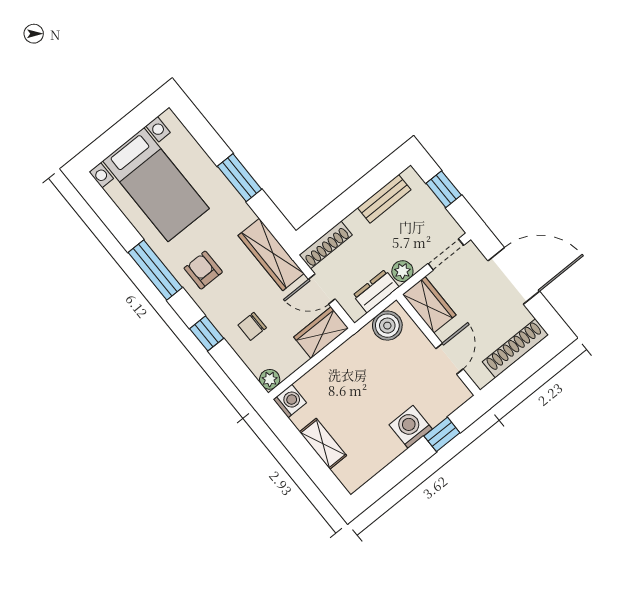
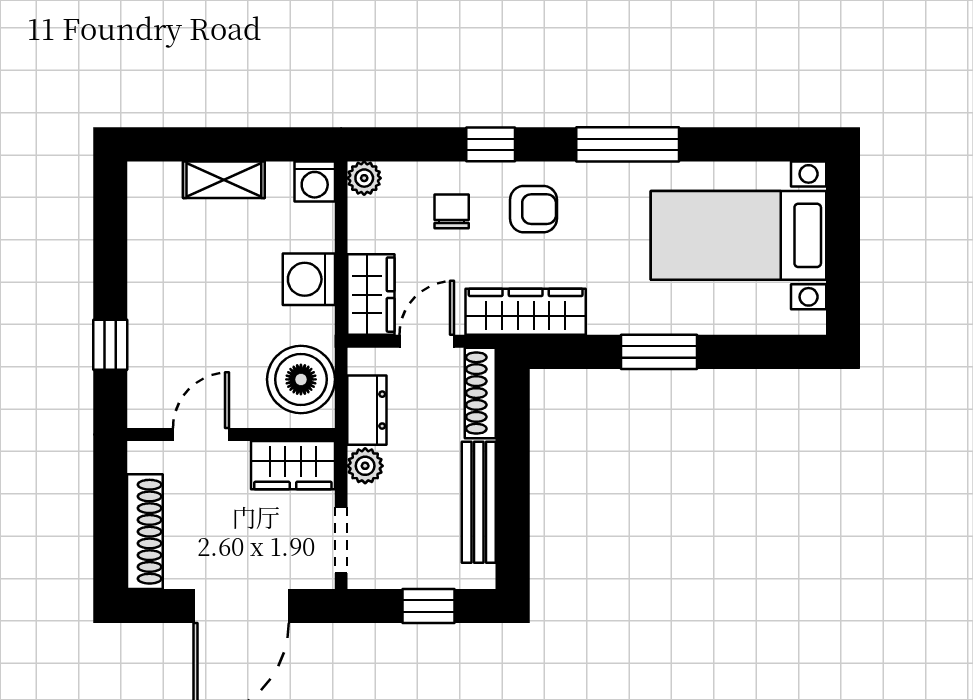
bench: (384, 199) -> (479, 502), width x1.36
armchair: (203, 270) -> (533, 209), moved
boiler: (387, 326) -> (301, 379), width x1.37, depth x1.37
door: (450, 359) -> (201, 435), swing flipped
washing machine: (411, 427) -> (309, 279), moved, turned 180

